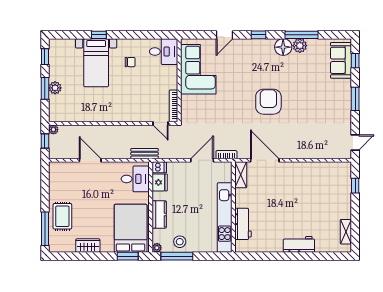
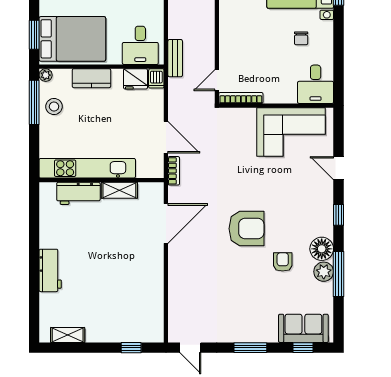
armchair: (293, 75) -> (283, 262), added
shelving: (241, 175) -> (119, 190), moved

